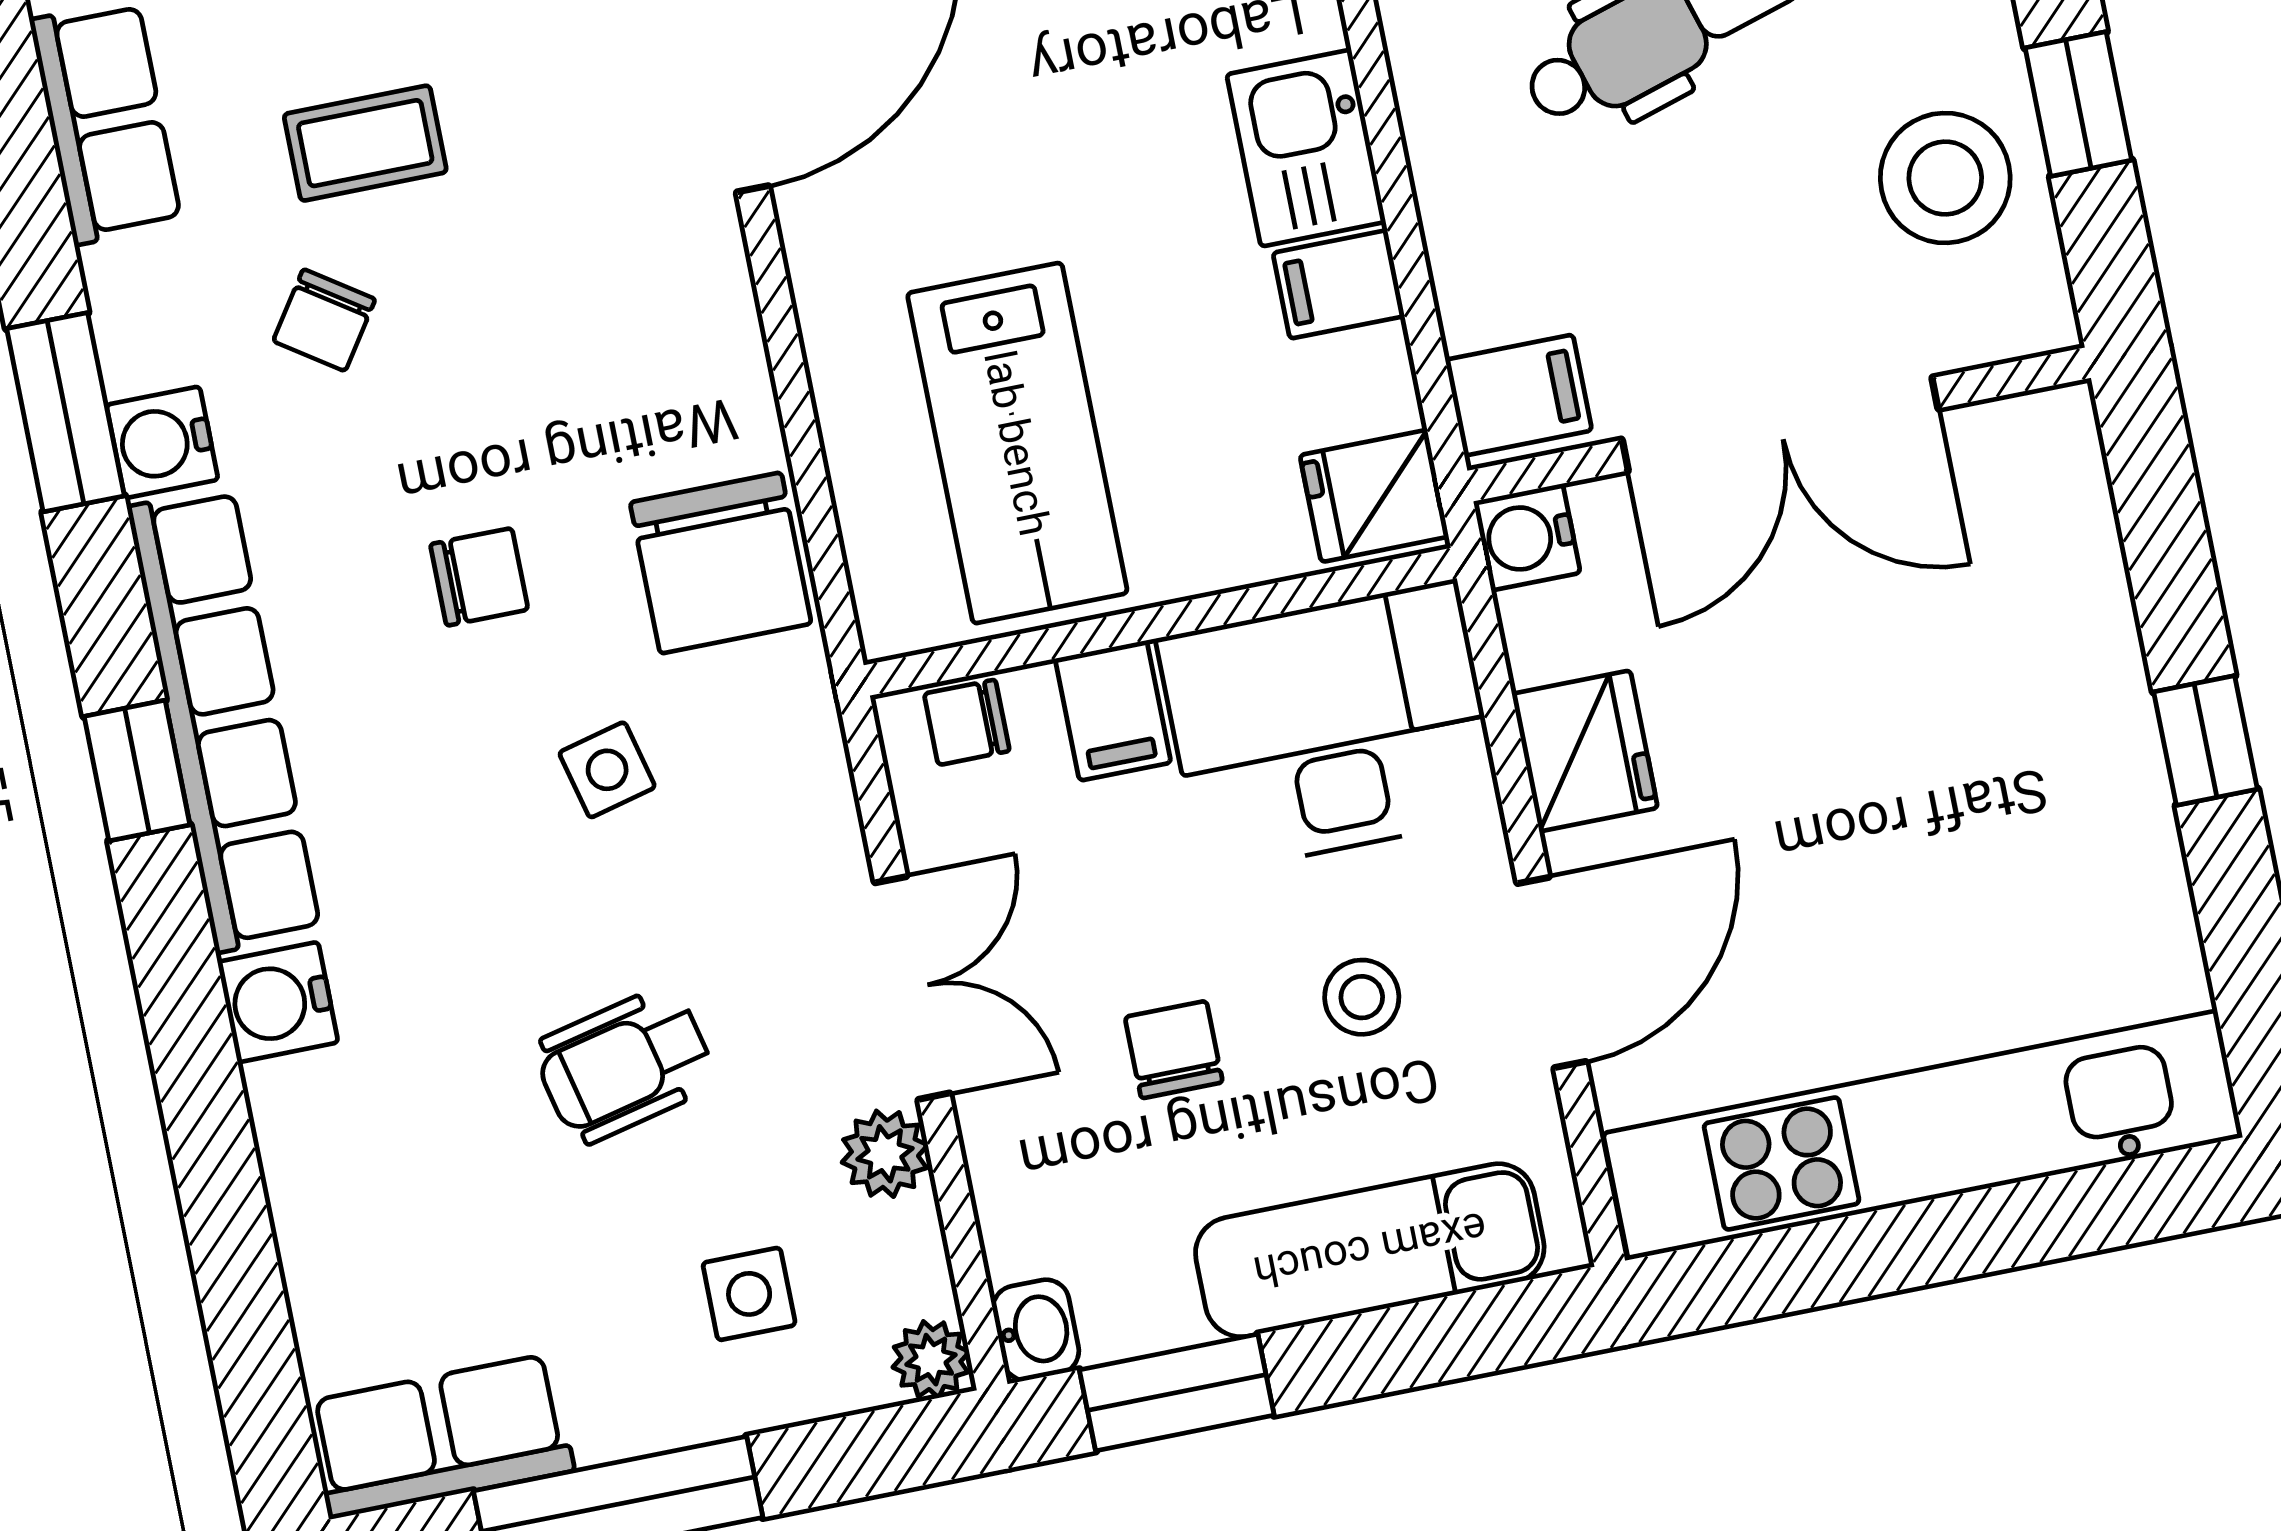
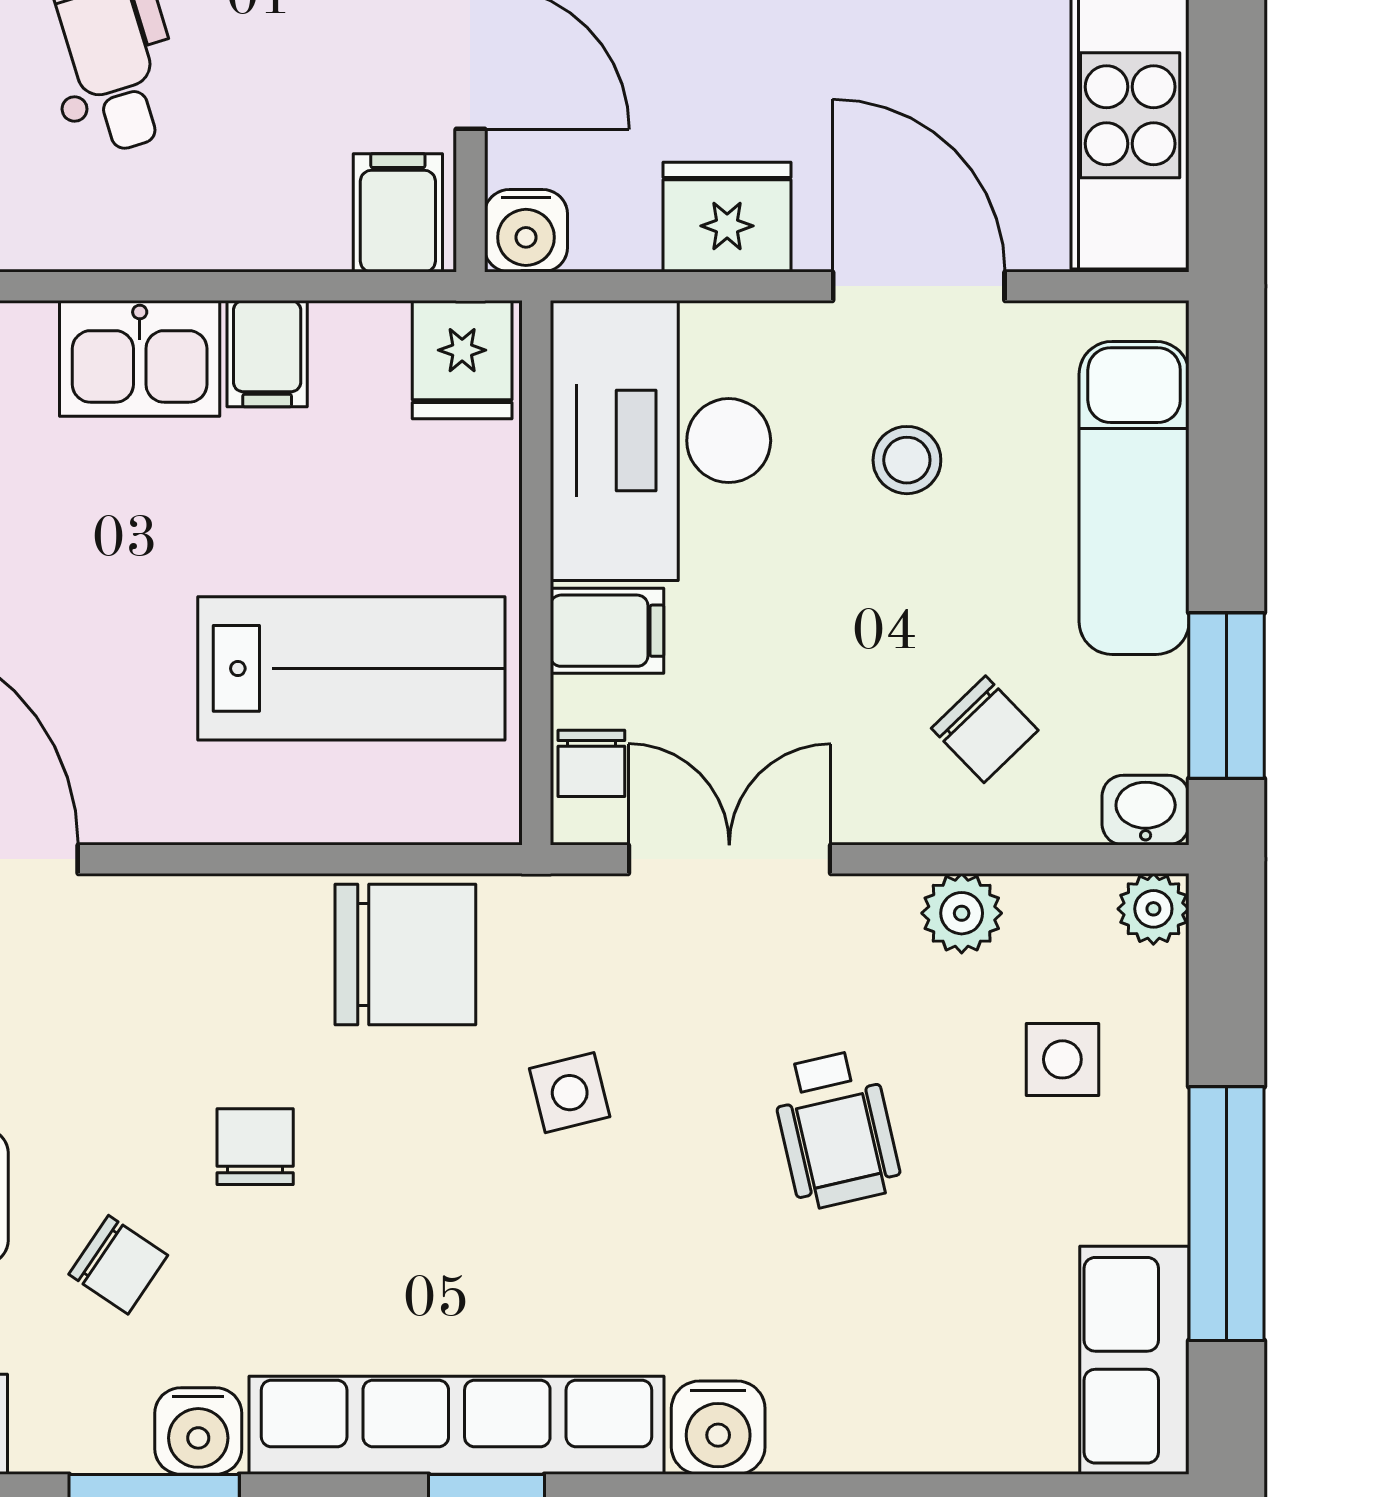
chair: (479, 577) -> (255, 1147), moved
double door: (912, 988) -> (729, 859), moved
chair: (1174, 1050) -> (985, 729), moved, turned -134

